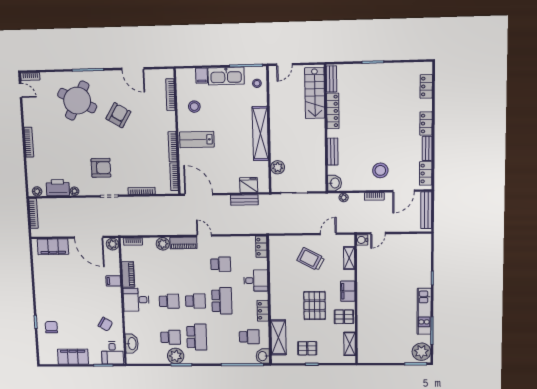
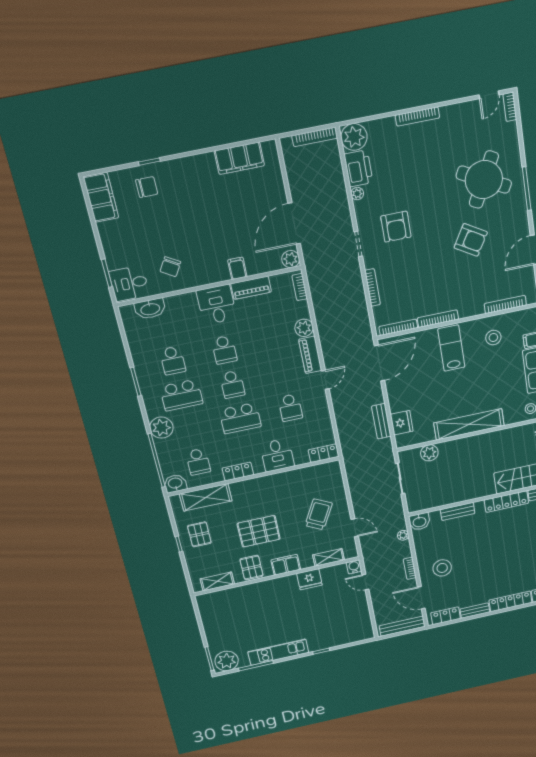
locker: (426, 123) -> (510, 601), width x1.53
plant: (37, 191) -> (354, 137), width x1.88, depth x1.88
filing cabinet: (53, 247) -> (239, 158), moved, turned -90
fridge: (365, 276) -> (309, 579), added
plant: (176, 356) -> (161, 428), moved
filing cabinet: (73, 357) -> (101, 197), moved

